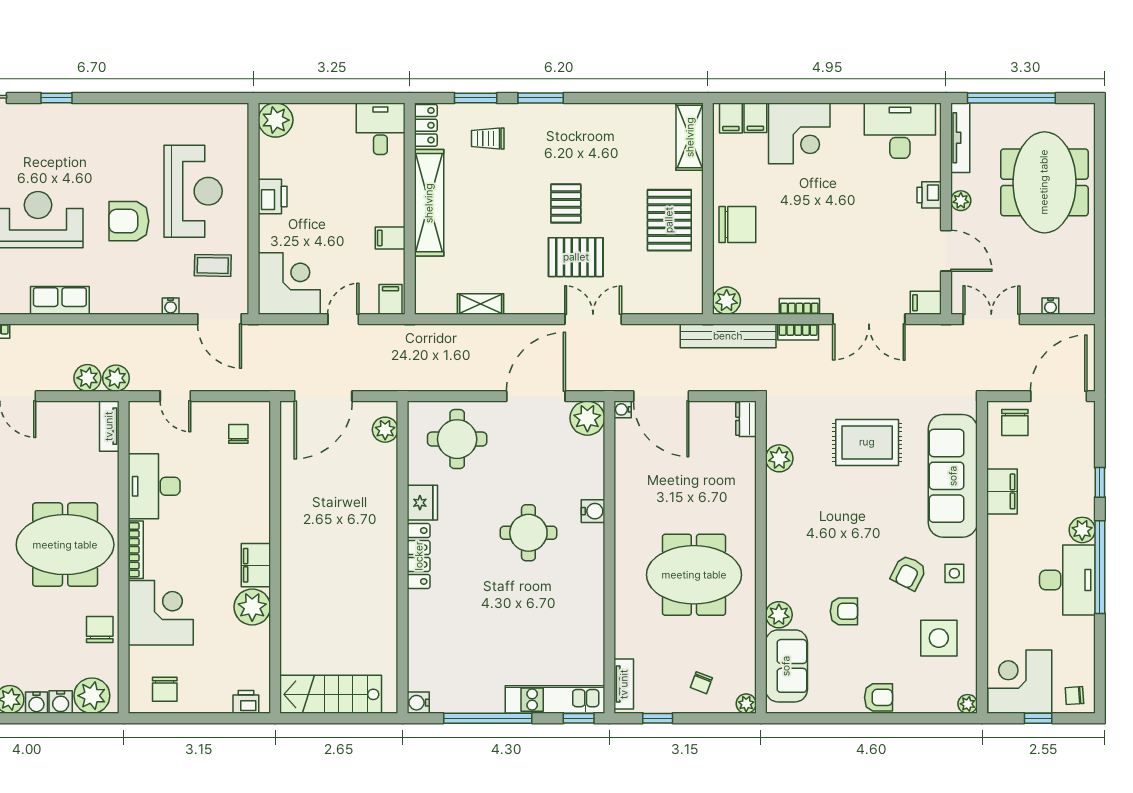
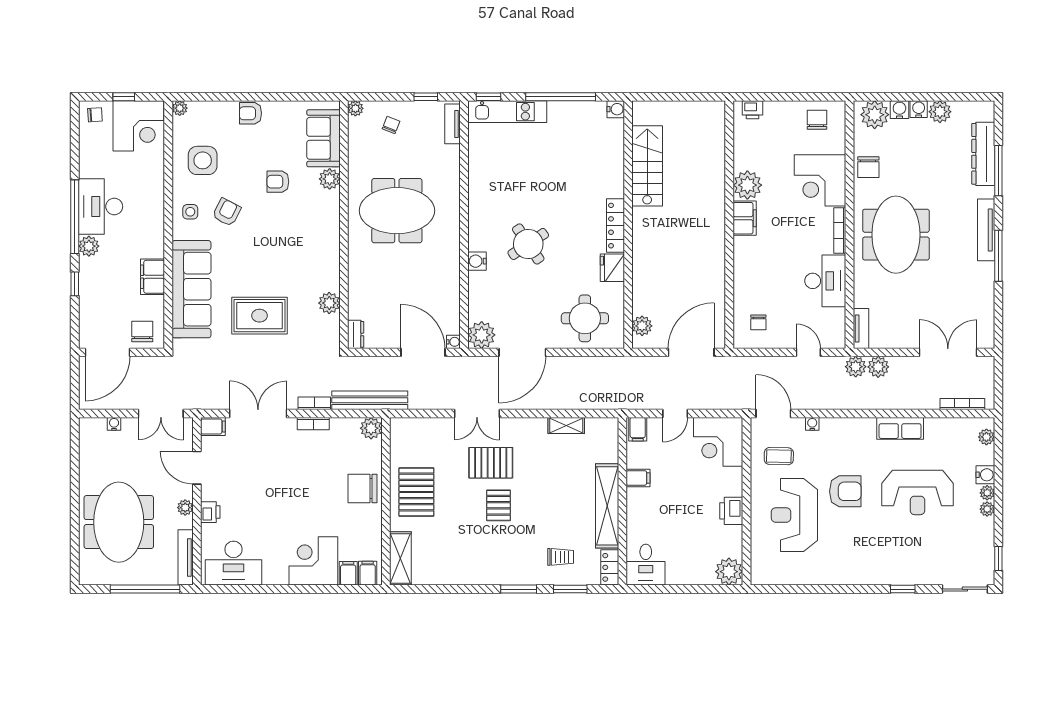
round table: (528, 533) -> (528, 244), turned -34
meeting table: (65, 545) -> (896, 235), turned 90
stairs: (331, 694) -> (647, 166), moved, turned -90

